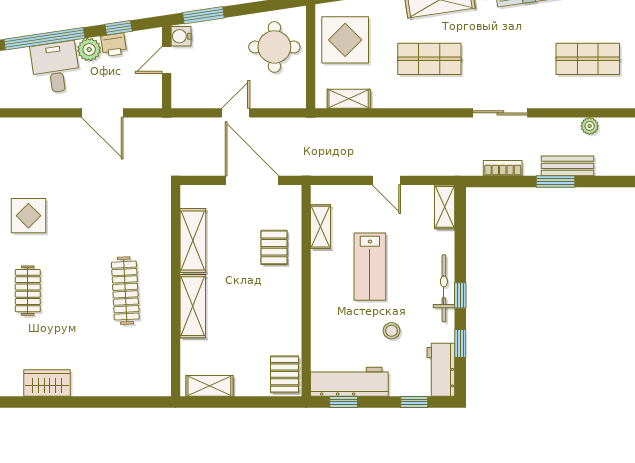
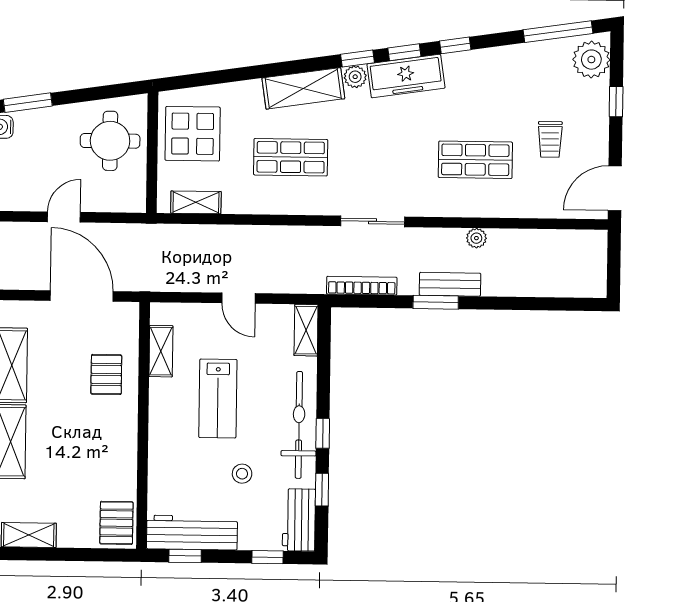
bookcase: (503, 168) -> (362, 286), width x1.56
bicycle: (444, 288) -> (299, 425), width x1.37, depth x1.40

